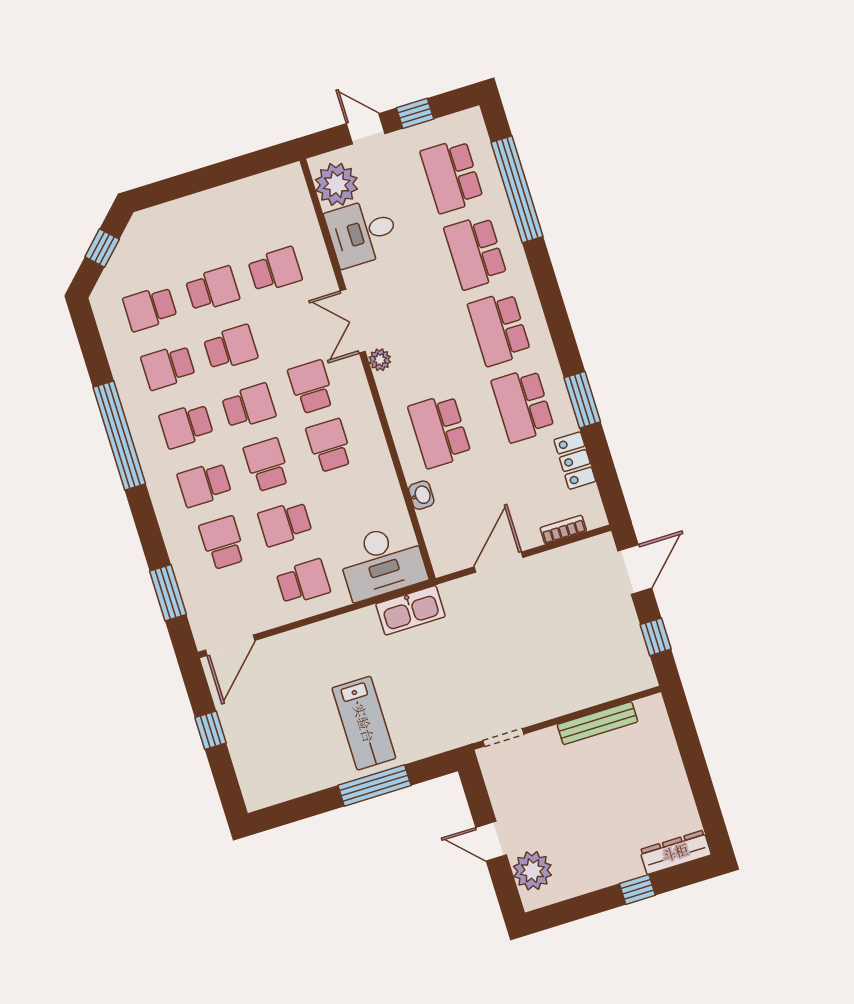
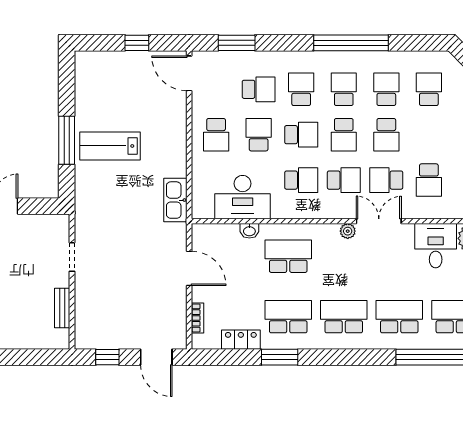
school desk: (212, 289) -> (386, 180), moved, turned 90
desk: (382, 562) -> (243, 197), moved, turned -90
bench: (597, 723) -> (62, 308), width x0.73
doorway: (504, 737) -> (72, 257), moved

